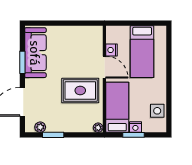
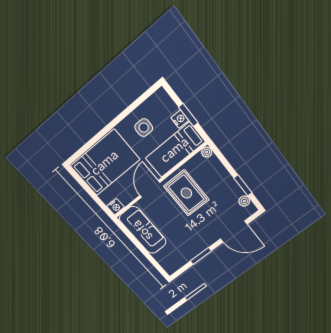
nightstand: (111, 50) -> (116, 207), moved
bed: (142, 52) -> (105, 163), width x1.50
sofa: (35, 53) -> (143, 230), moved, turned 90
side table: (157, 111) -> (144, 128), moved

